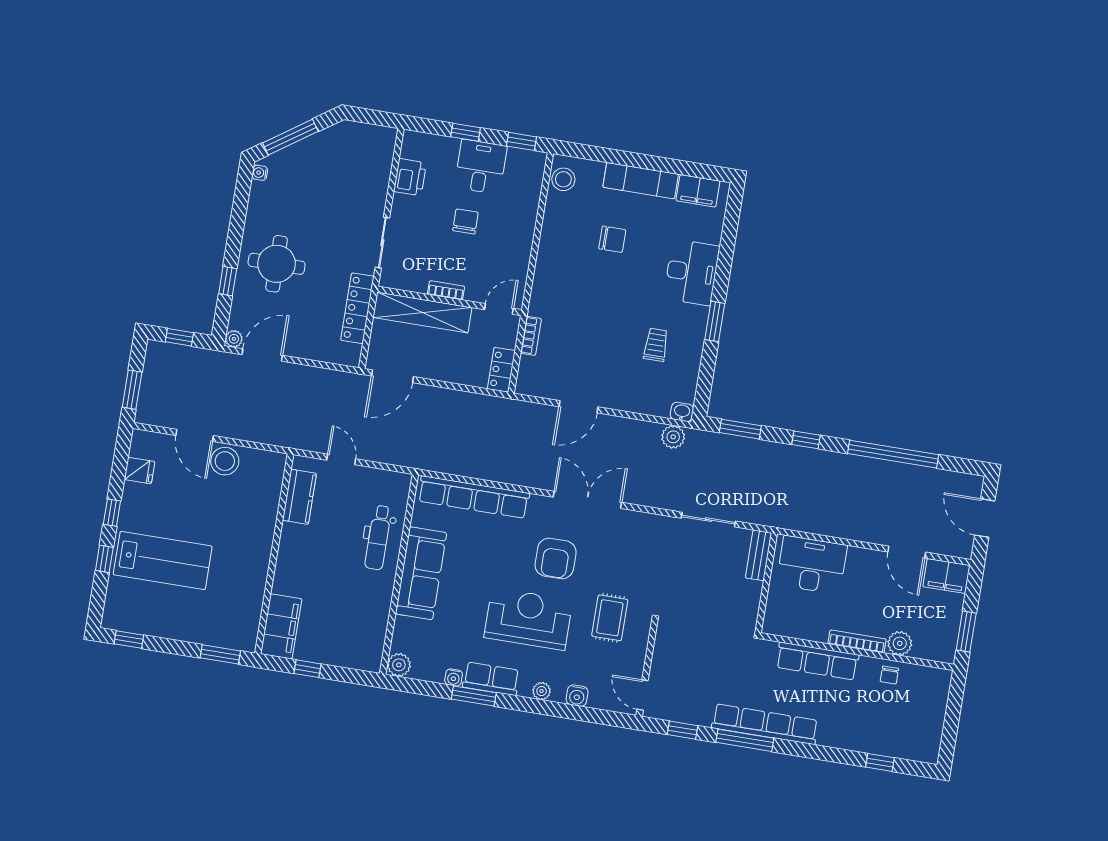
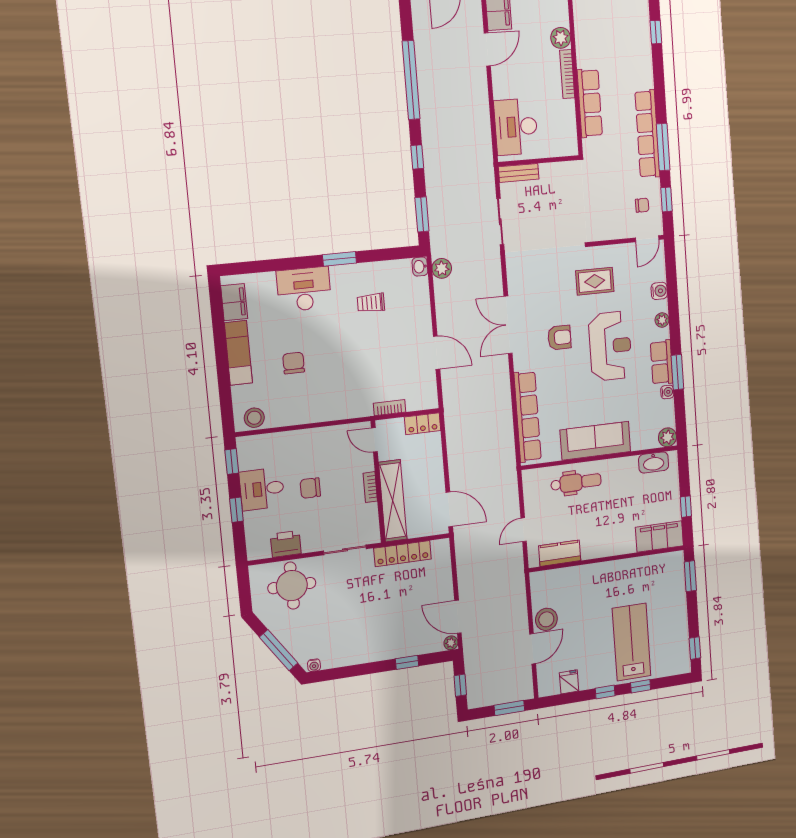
round table: (277, 264) -> (292, 586), moved
armchair: (556, 559) -> (559, 338), width x0.72, depth x0.72
reception desk: (528, 619) -> (610, 346), turned 180
washbasin: (373, 640) -> (654, 463), added
chair: (889, 675) -> (642, 205), moved

